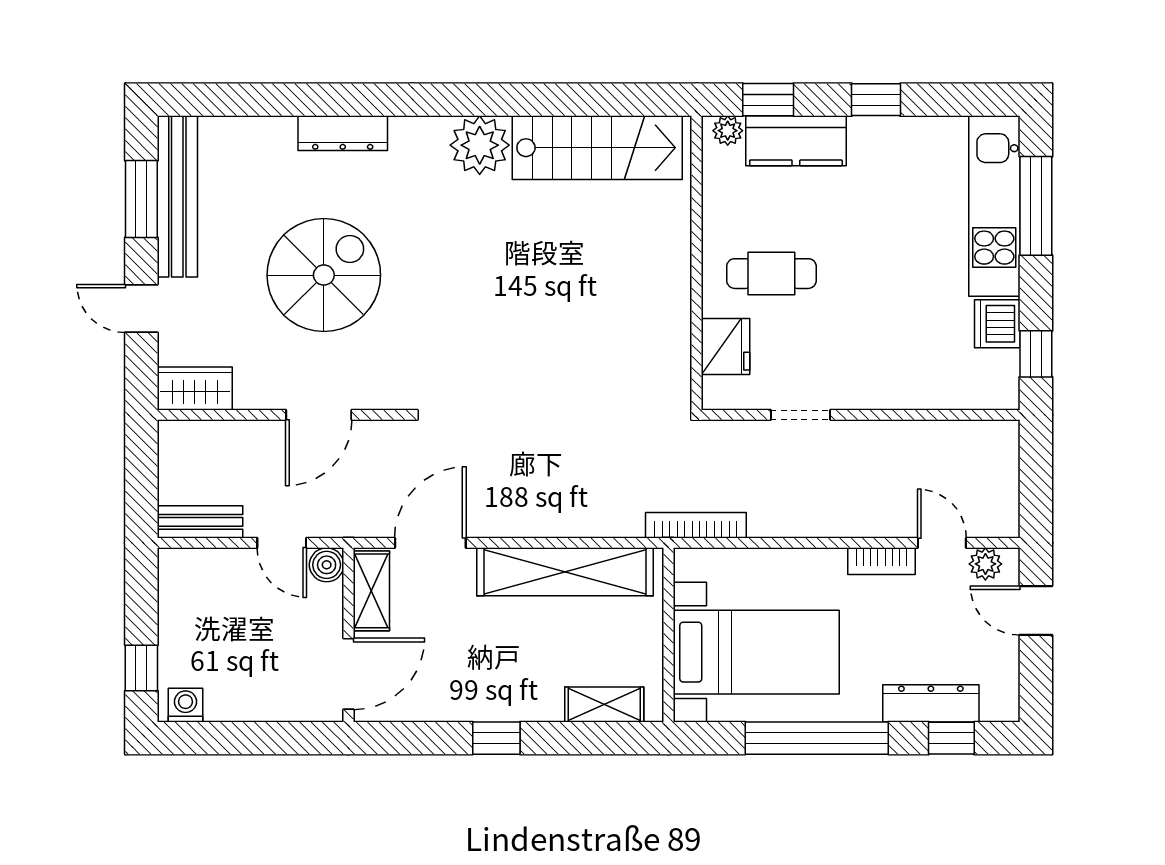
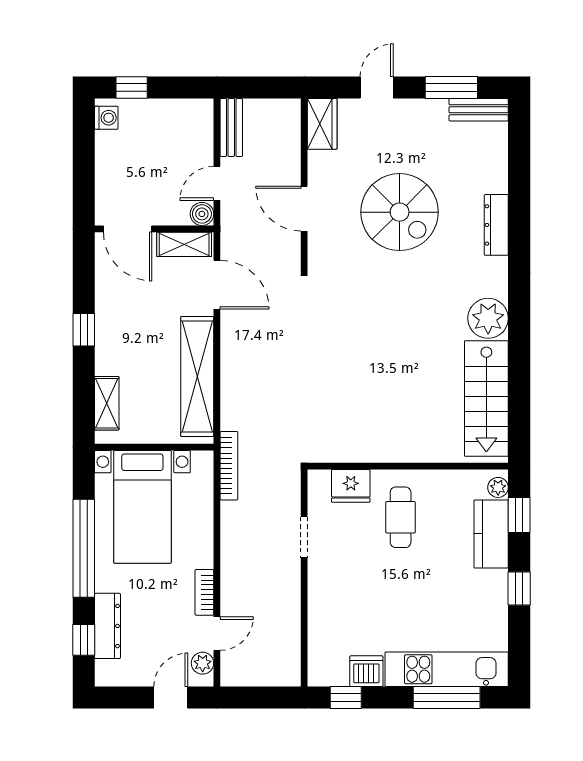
bench: (177, 196) -> (479, 110), width x0.54, depth x0.82

